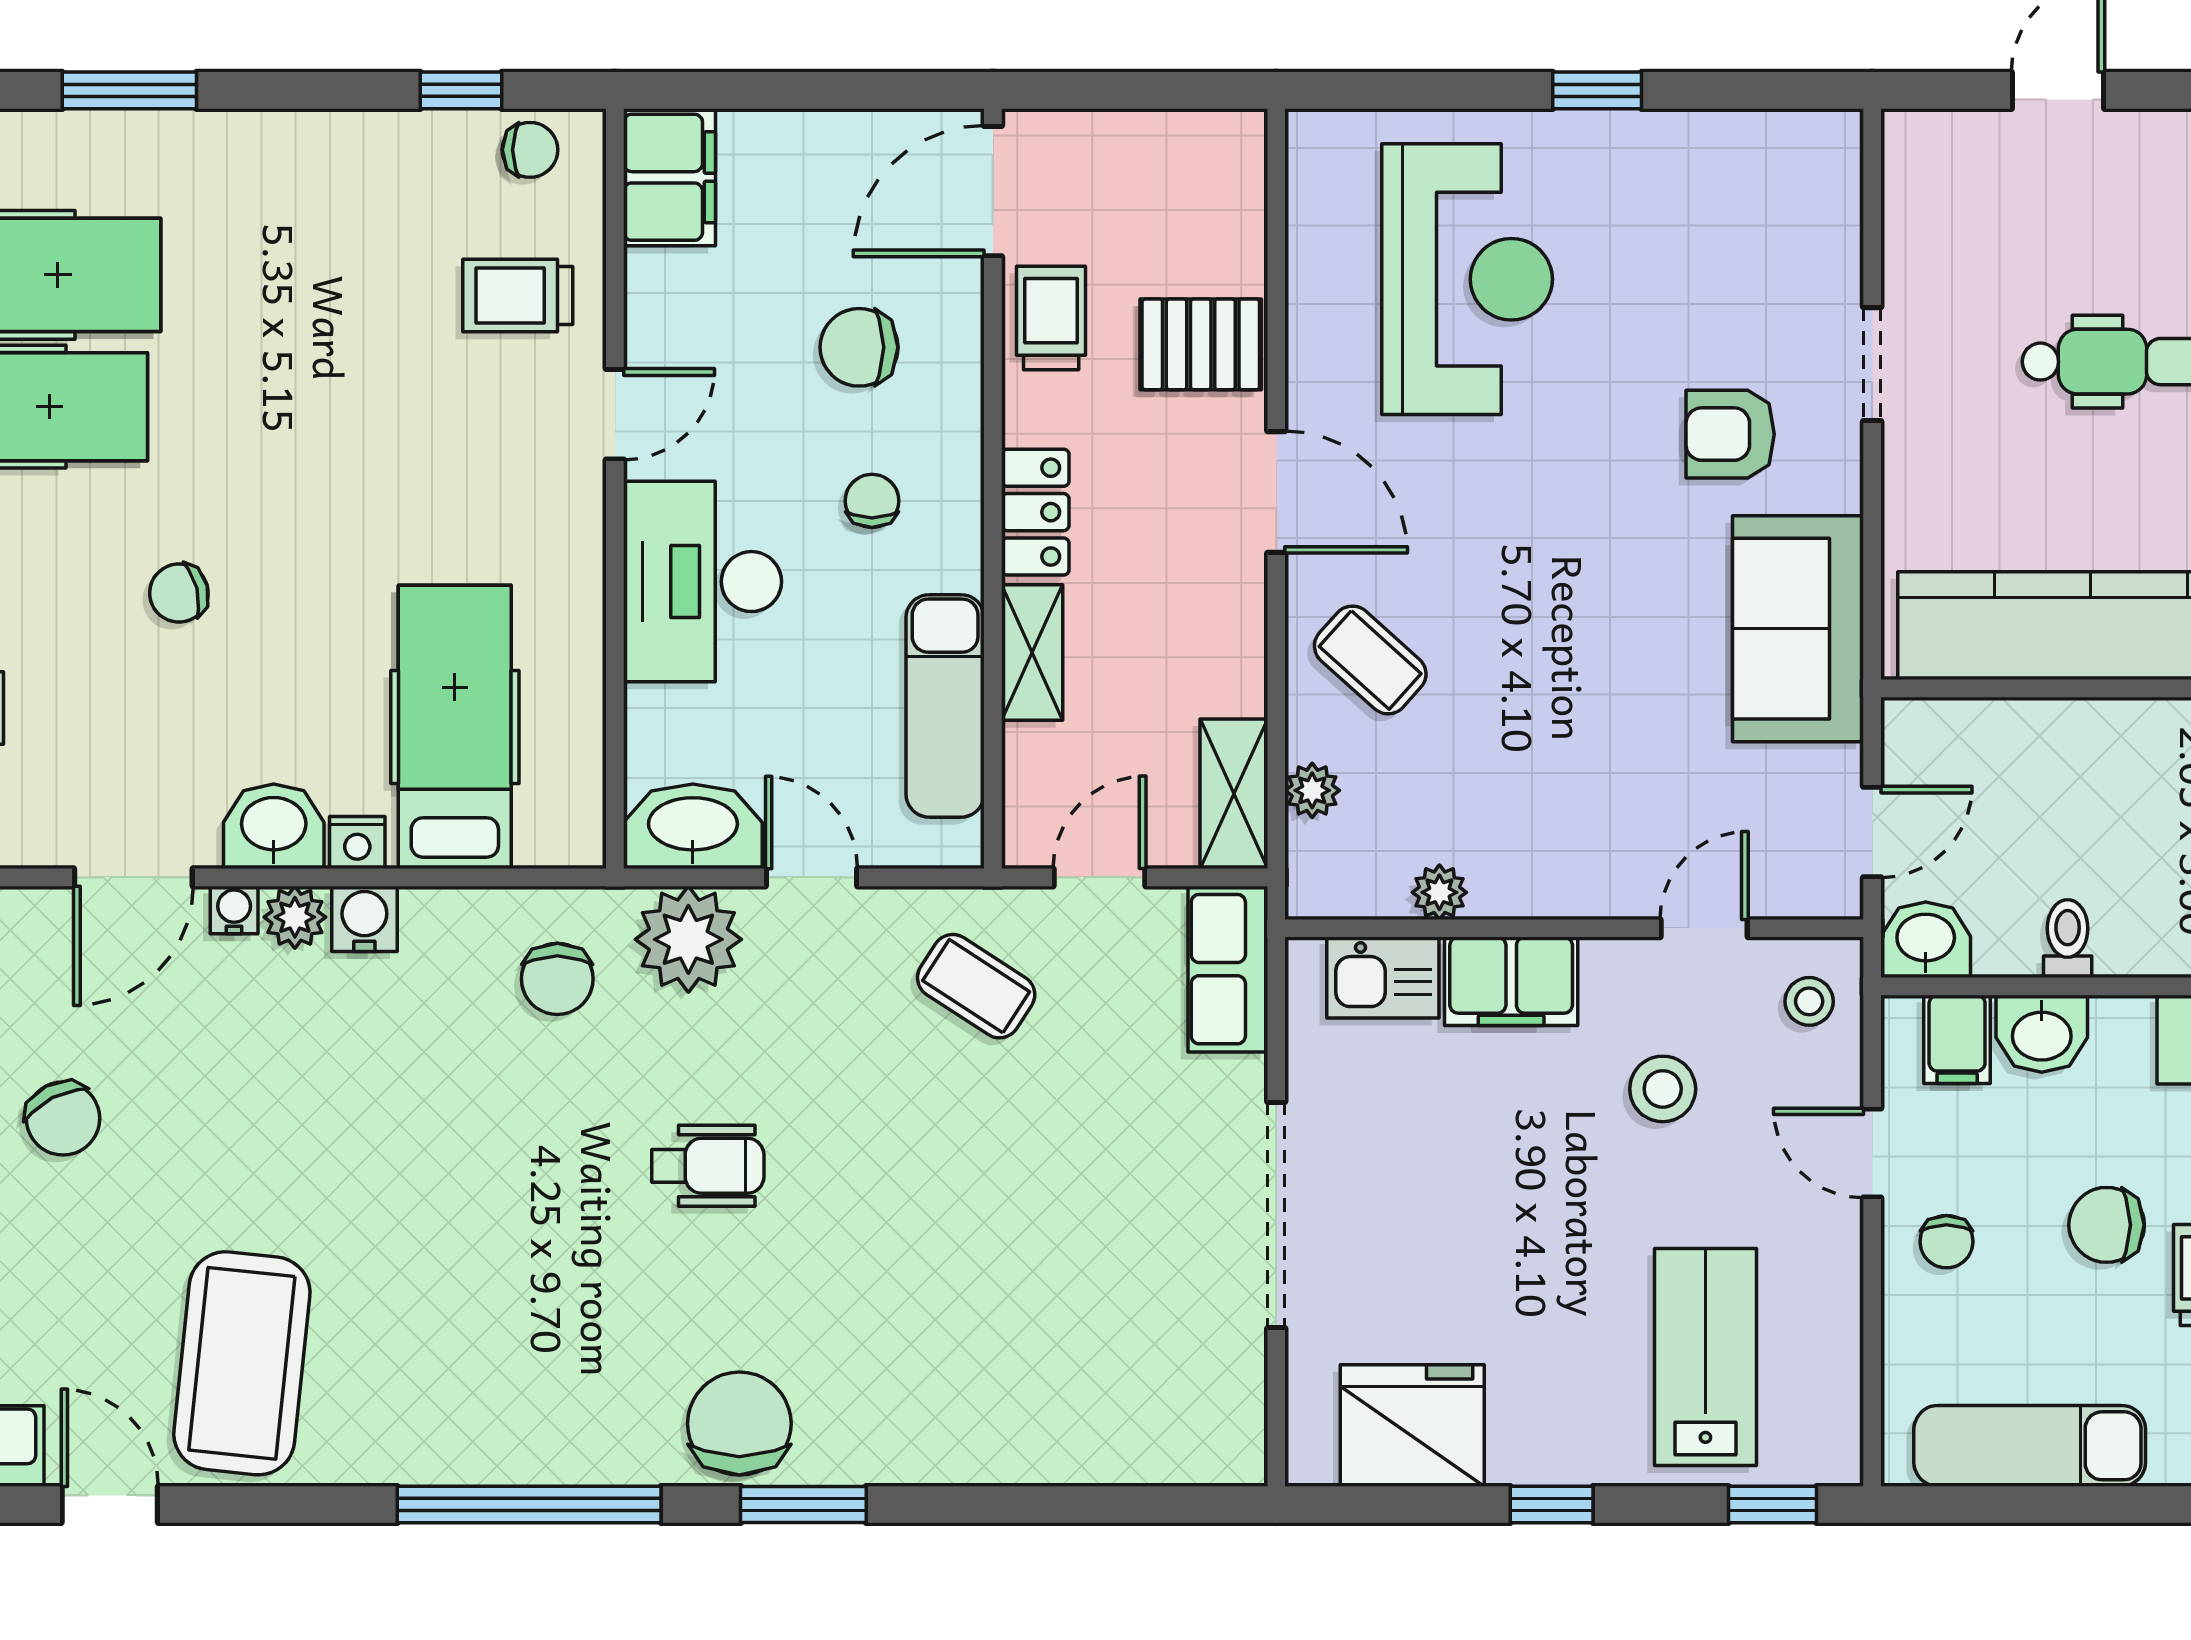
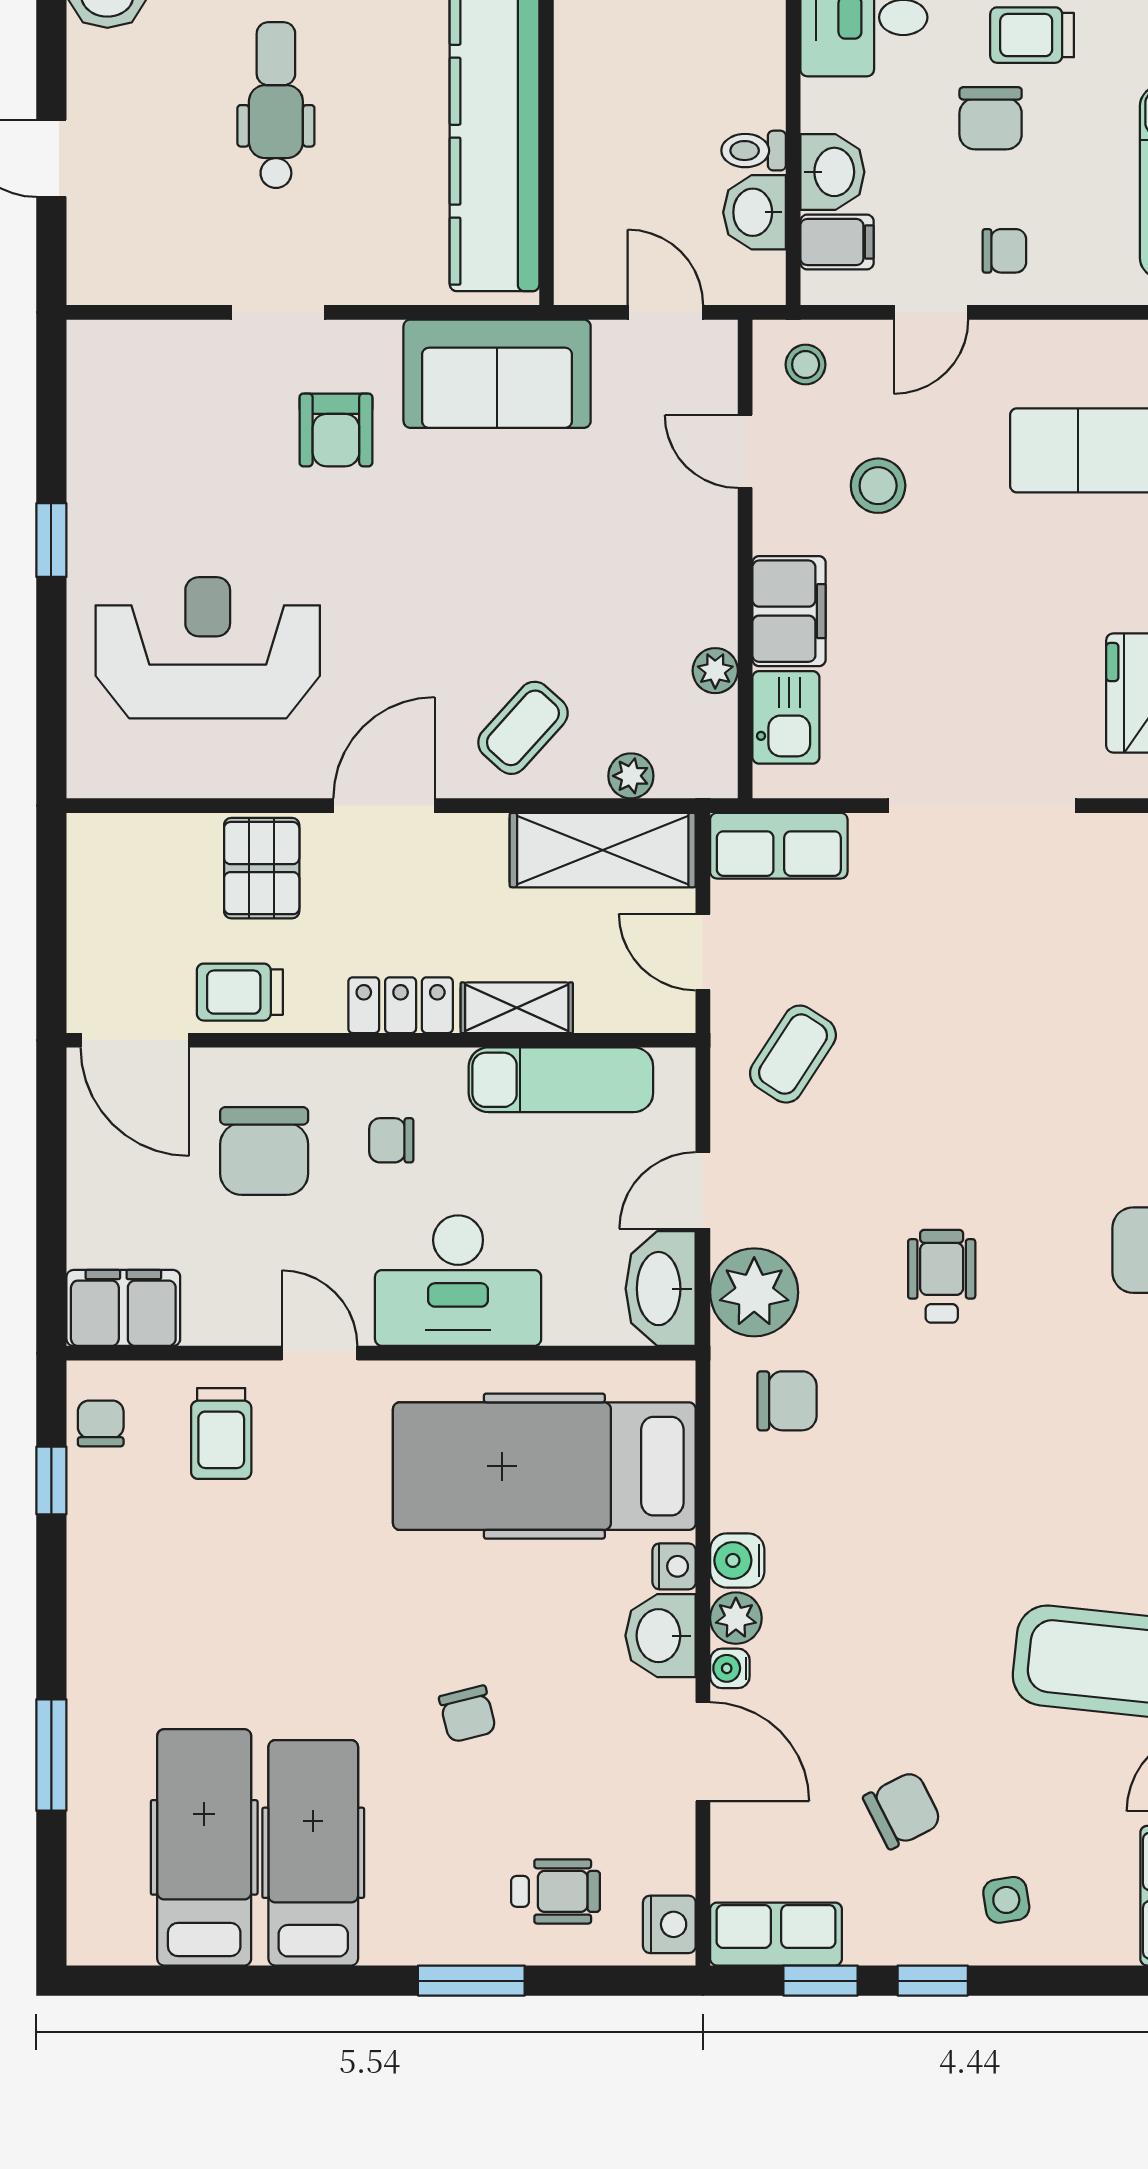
chair: (859, 347) -> (264, 1151), width x1.37, depth x1.37
hospital bed: (455, 727) -> (544, 1466), width x1.37, depth x1.29
shelving: (1234, 794) -> (603, 850), width x1.50, depth x1.33
washbasin: (1926, 940) -> (755, 212), moved

